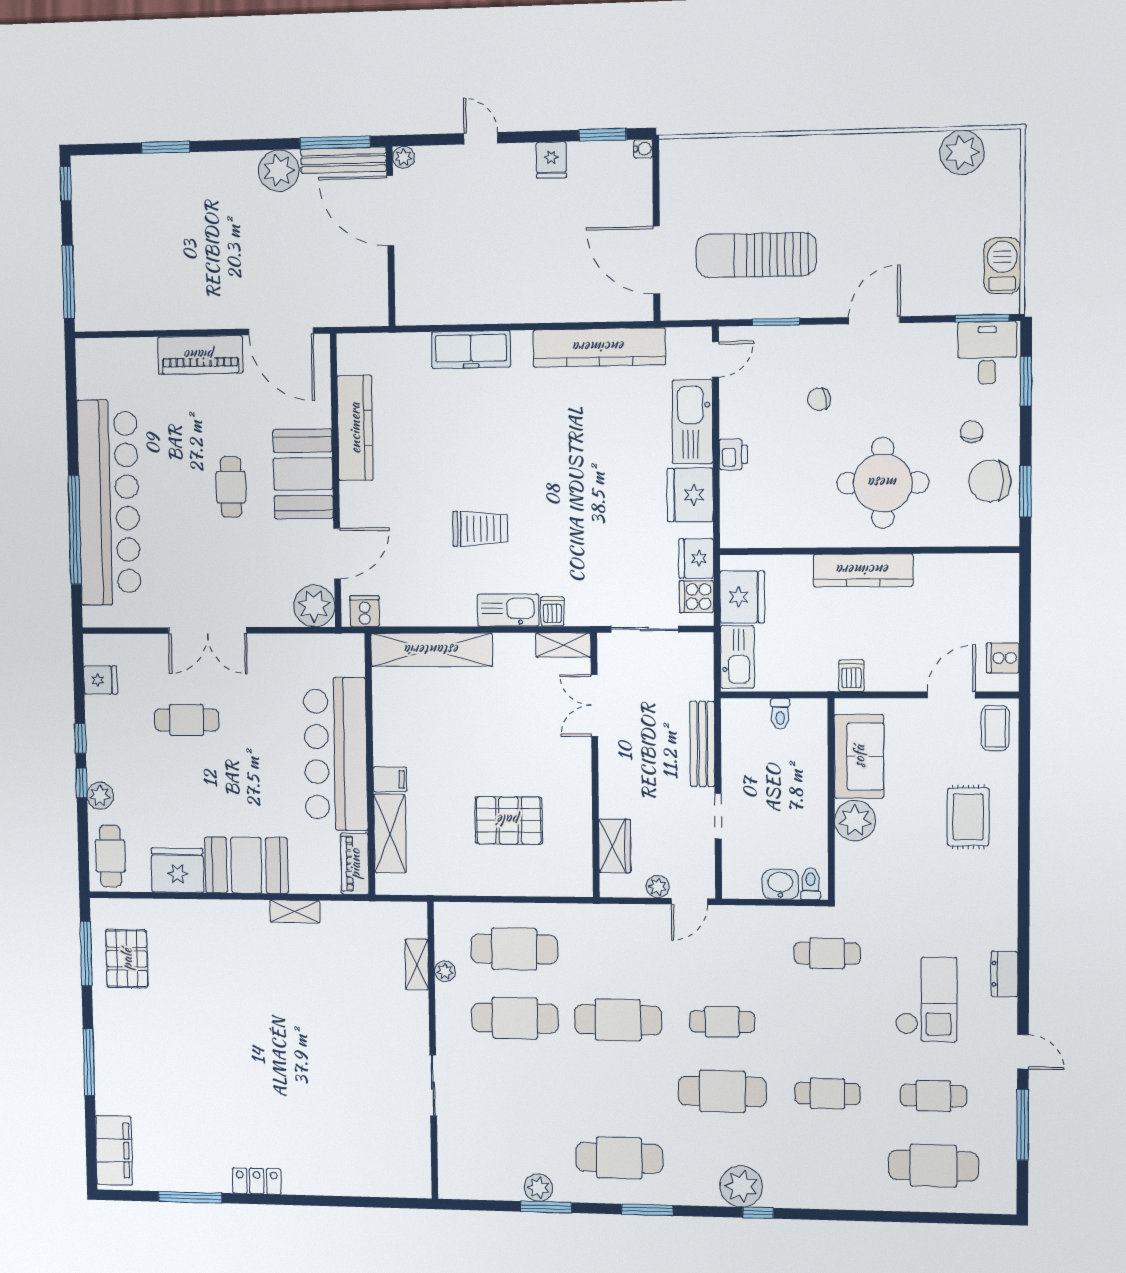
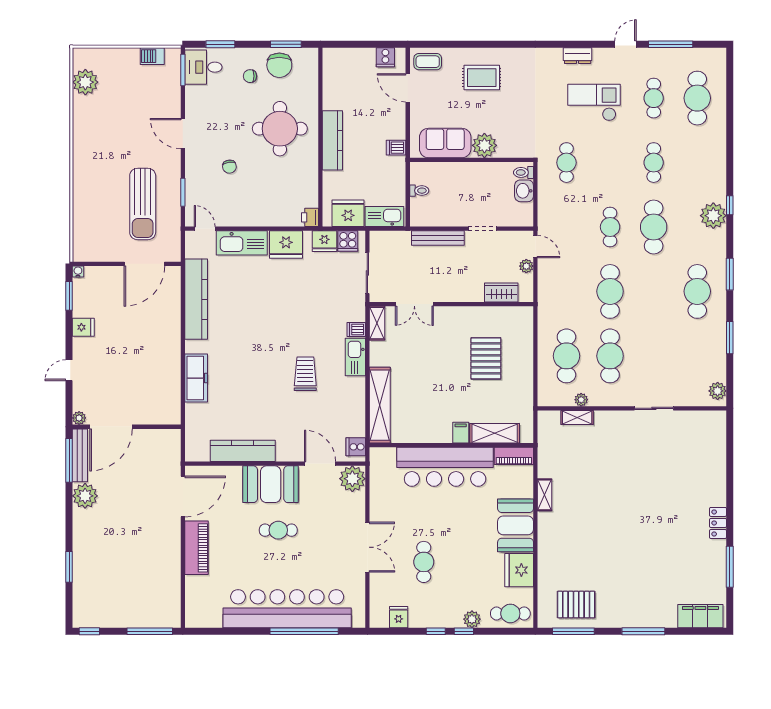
barbecue: (1002, 266) -> (152, 56), width x0.73, depth x0.79
printer: (733, 454) -> (310, 217), moved, turned -90
plant: (538, 1188) -> (718, 391), moved

